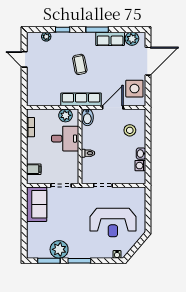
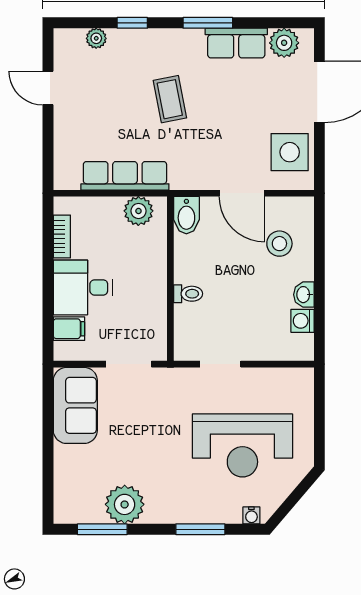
row of seats: (81, 99) -> (125, 176), moved
door: (113, 107) -> (242, 193), swing flipped
desk: (65, 139) -> (83, 287), moved, turned 180
window: (79, 261) -> (200, 529), moved

